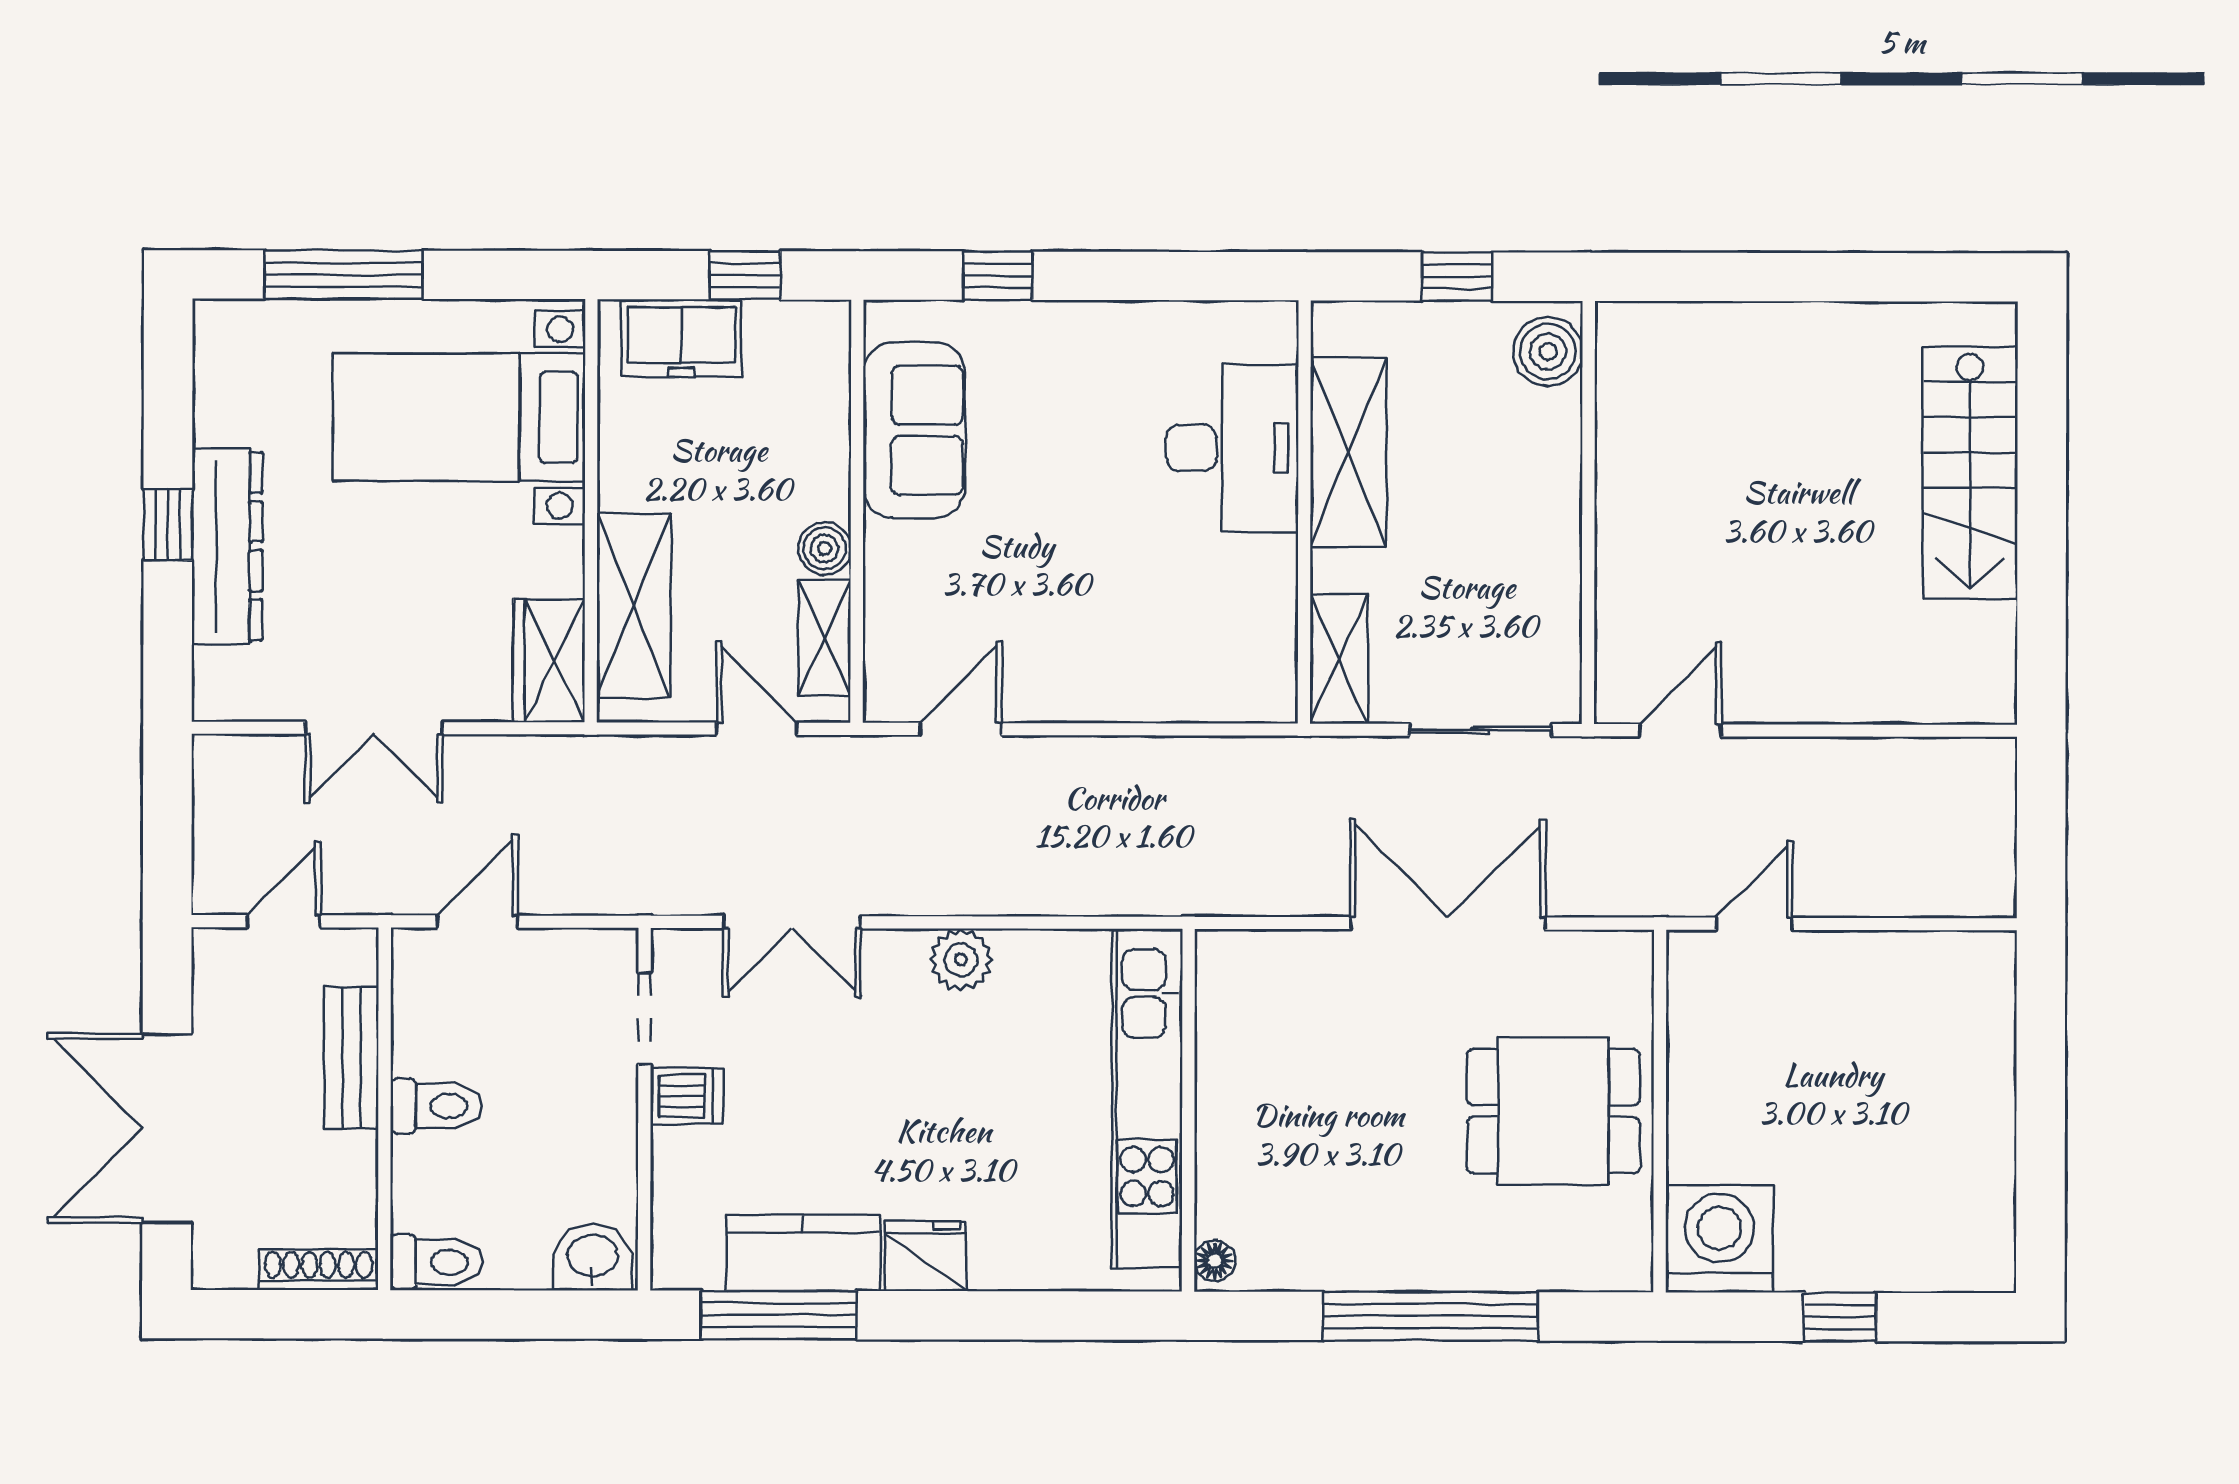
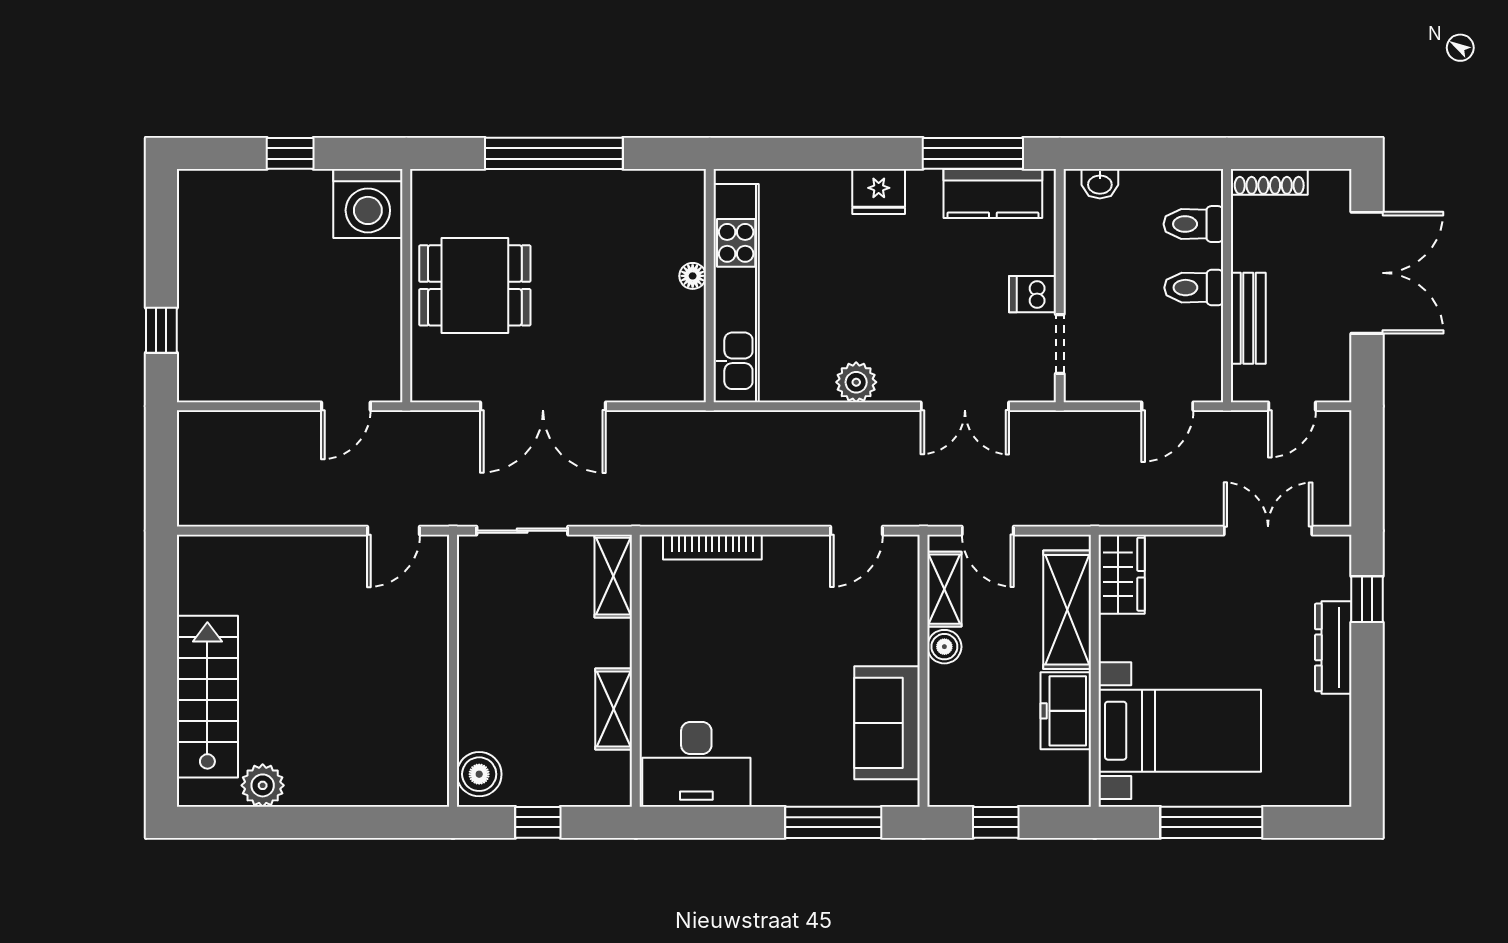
window: (343, 275) -> (1211, 822), moved
window: (998, 276) -> (833, 822), width x2.17
plant: (1885, 335) -> (263, 785), added
freezer: (681, 338) -> (1066, 711), moved, turned -90
desk: (1232, 448) -> (696, 764), moved, turned -90
shelving: (1348, 452) -> (614, 709), width x0.67, depth x0.75
window: (168, 525) -> (1367, 599), moved
dresser: (227, 546) -> (1333, 647), width x0.73, depth x0.80
bookcase: (1185, 704) -> (712, 547), added
double door: (374, 728) -> (1268, 531), moved
double door: (792, 922) -> (965, 406), swing flipped
window: (2041, 1042) -> (161, 330), added
kitchen counter: (803, 1253) -> (993, 194), moved
washbasin: (593, 1257) -> (1100, 184), width x0.72, depth x0.69
floor lamp: (1215, 1261) -> (693, 276), moved
toilet: (436, 1262) -> (1193, 224), moved

